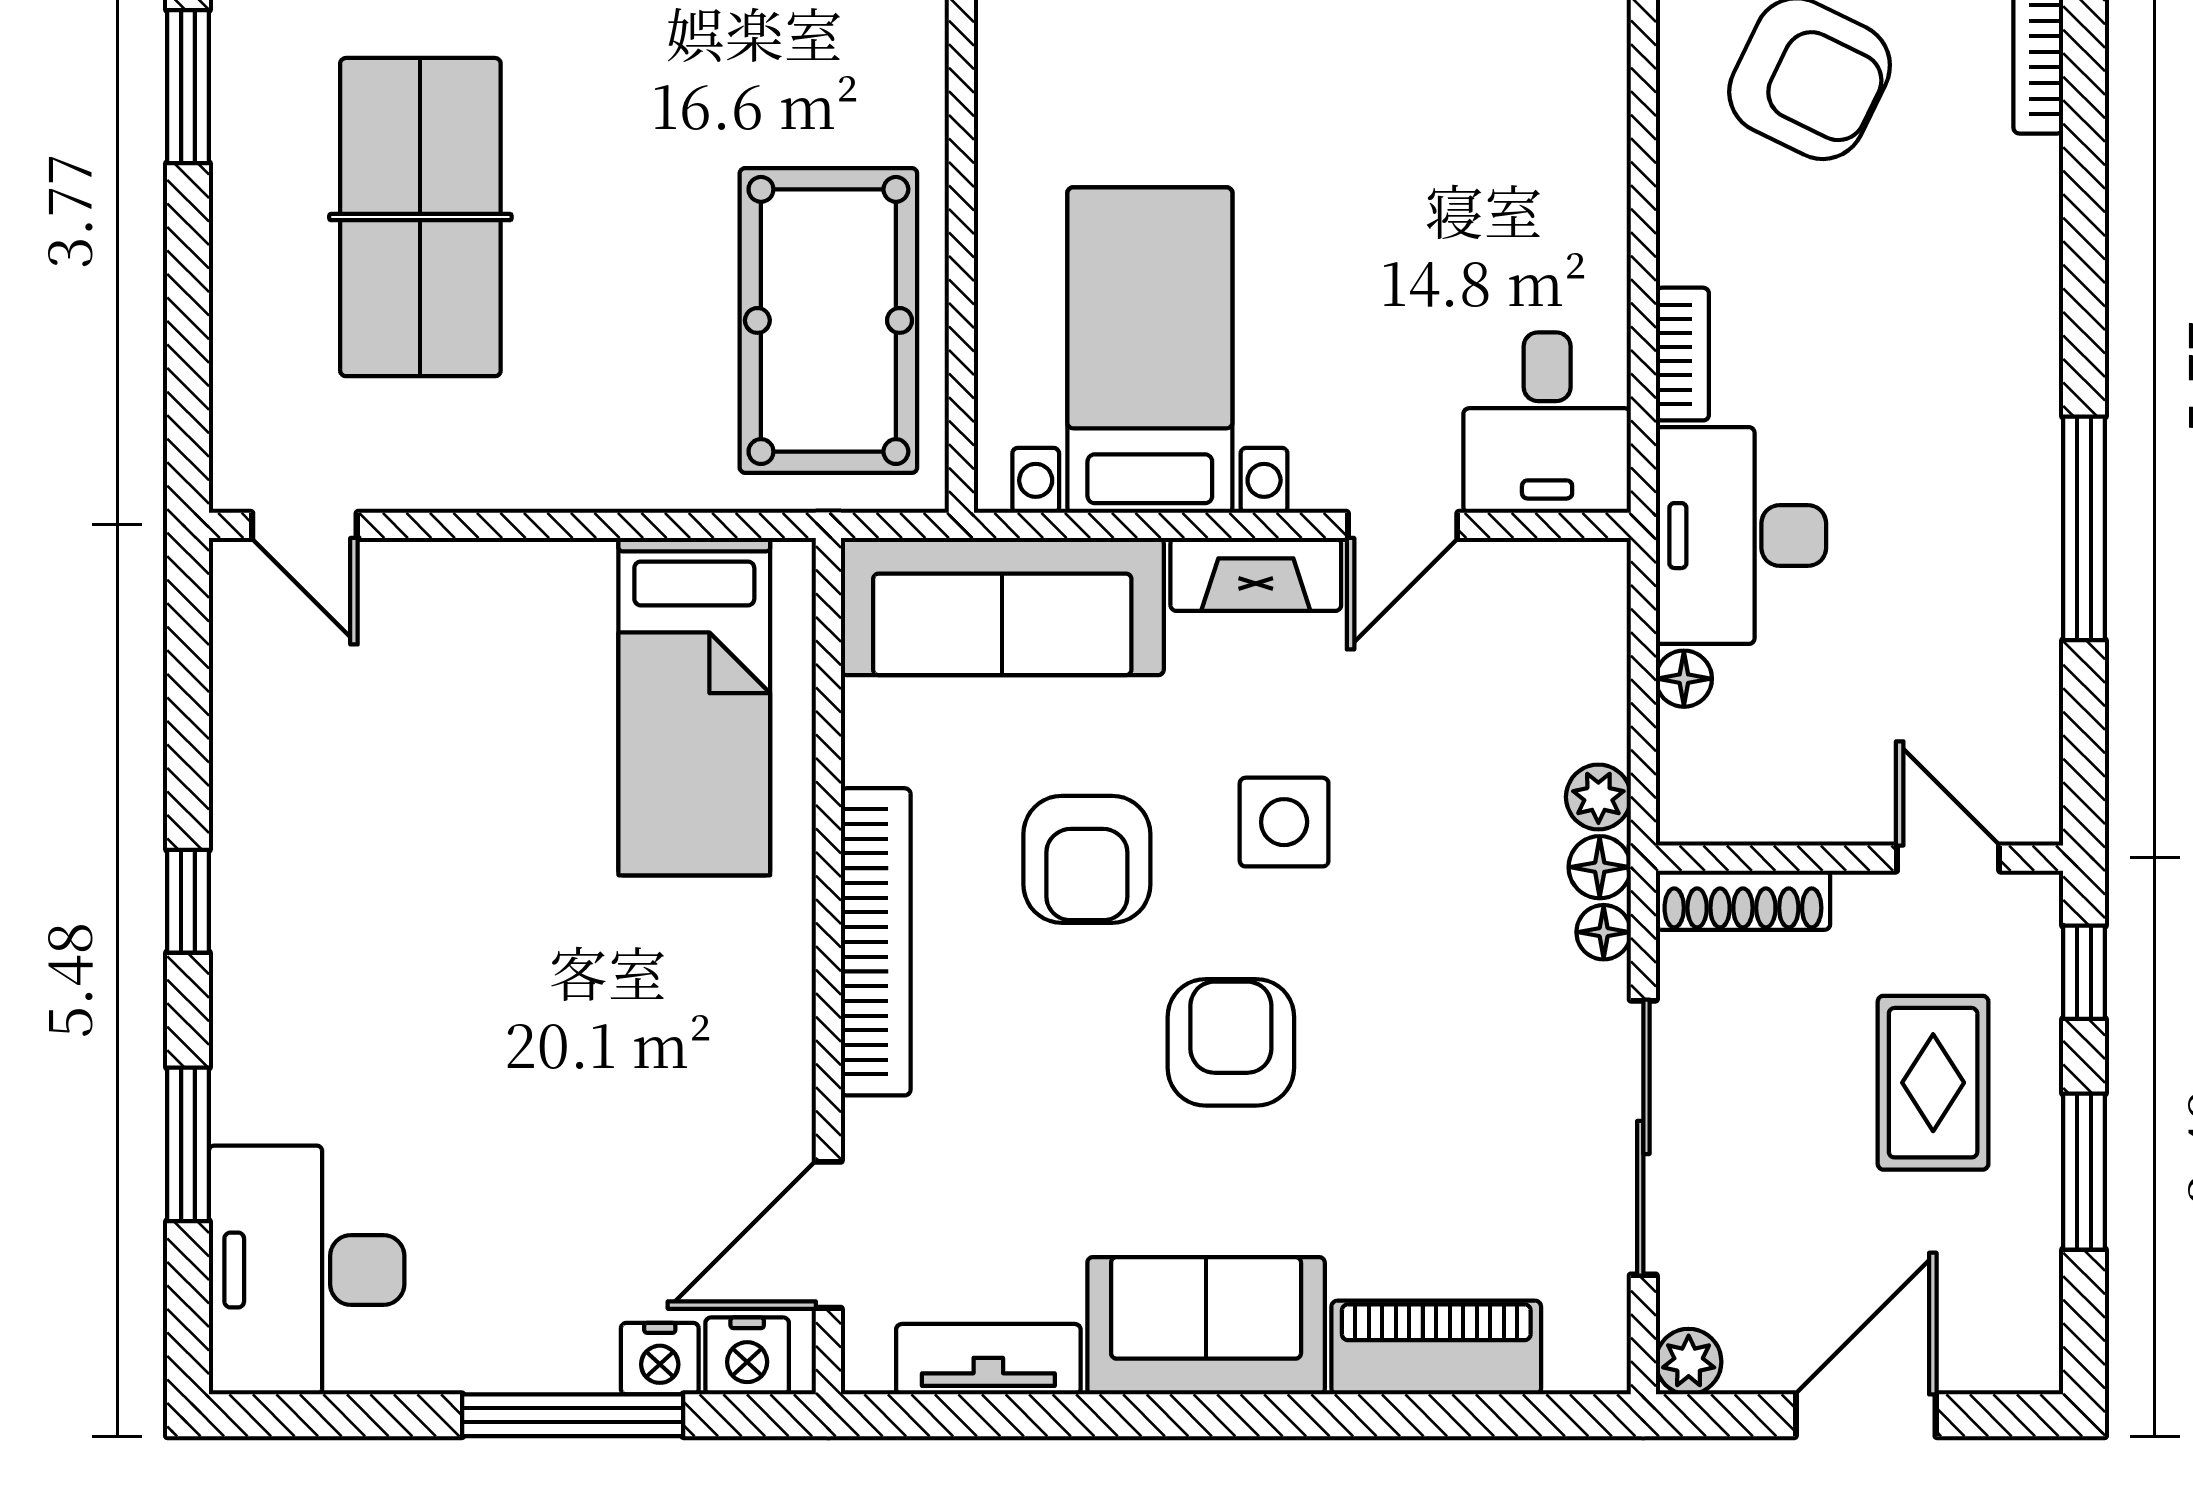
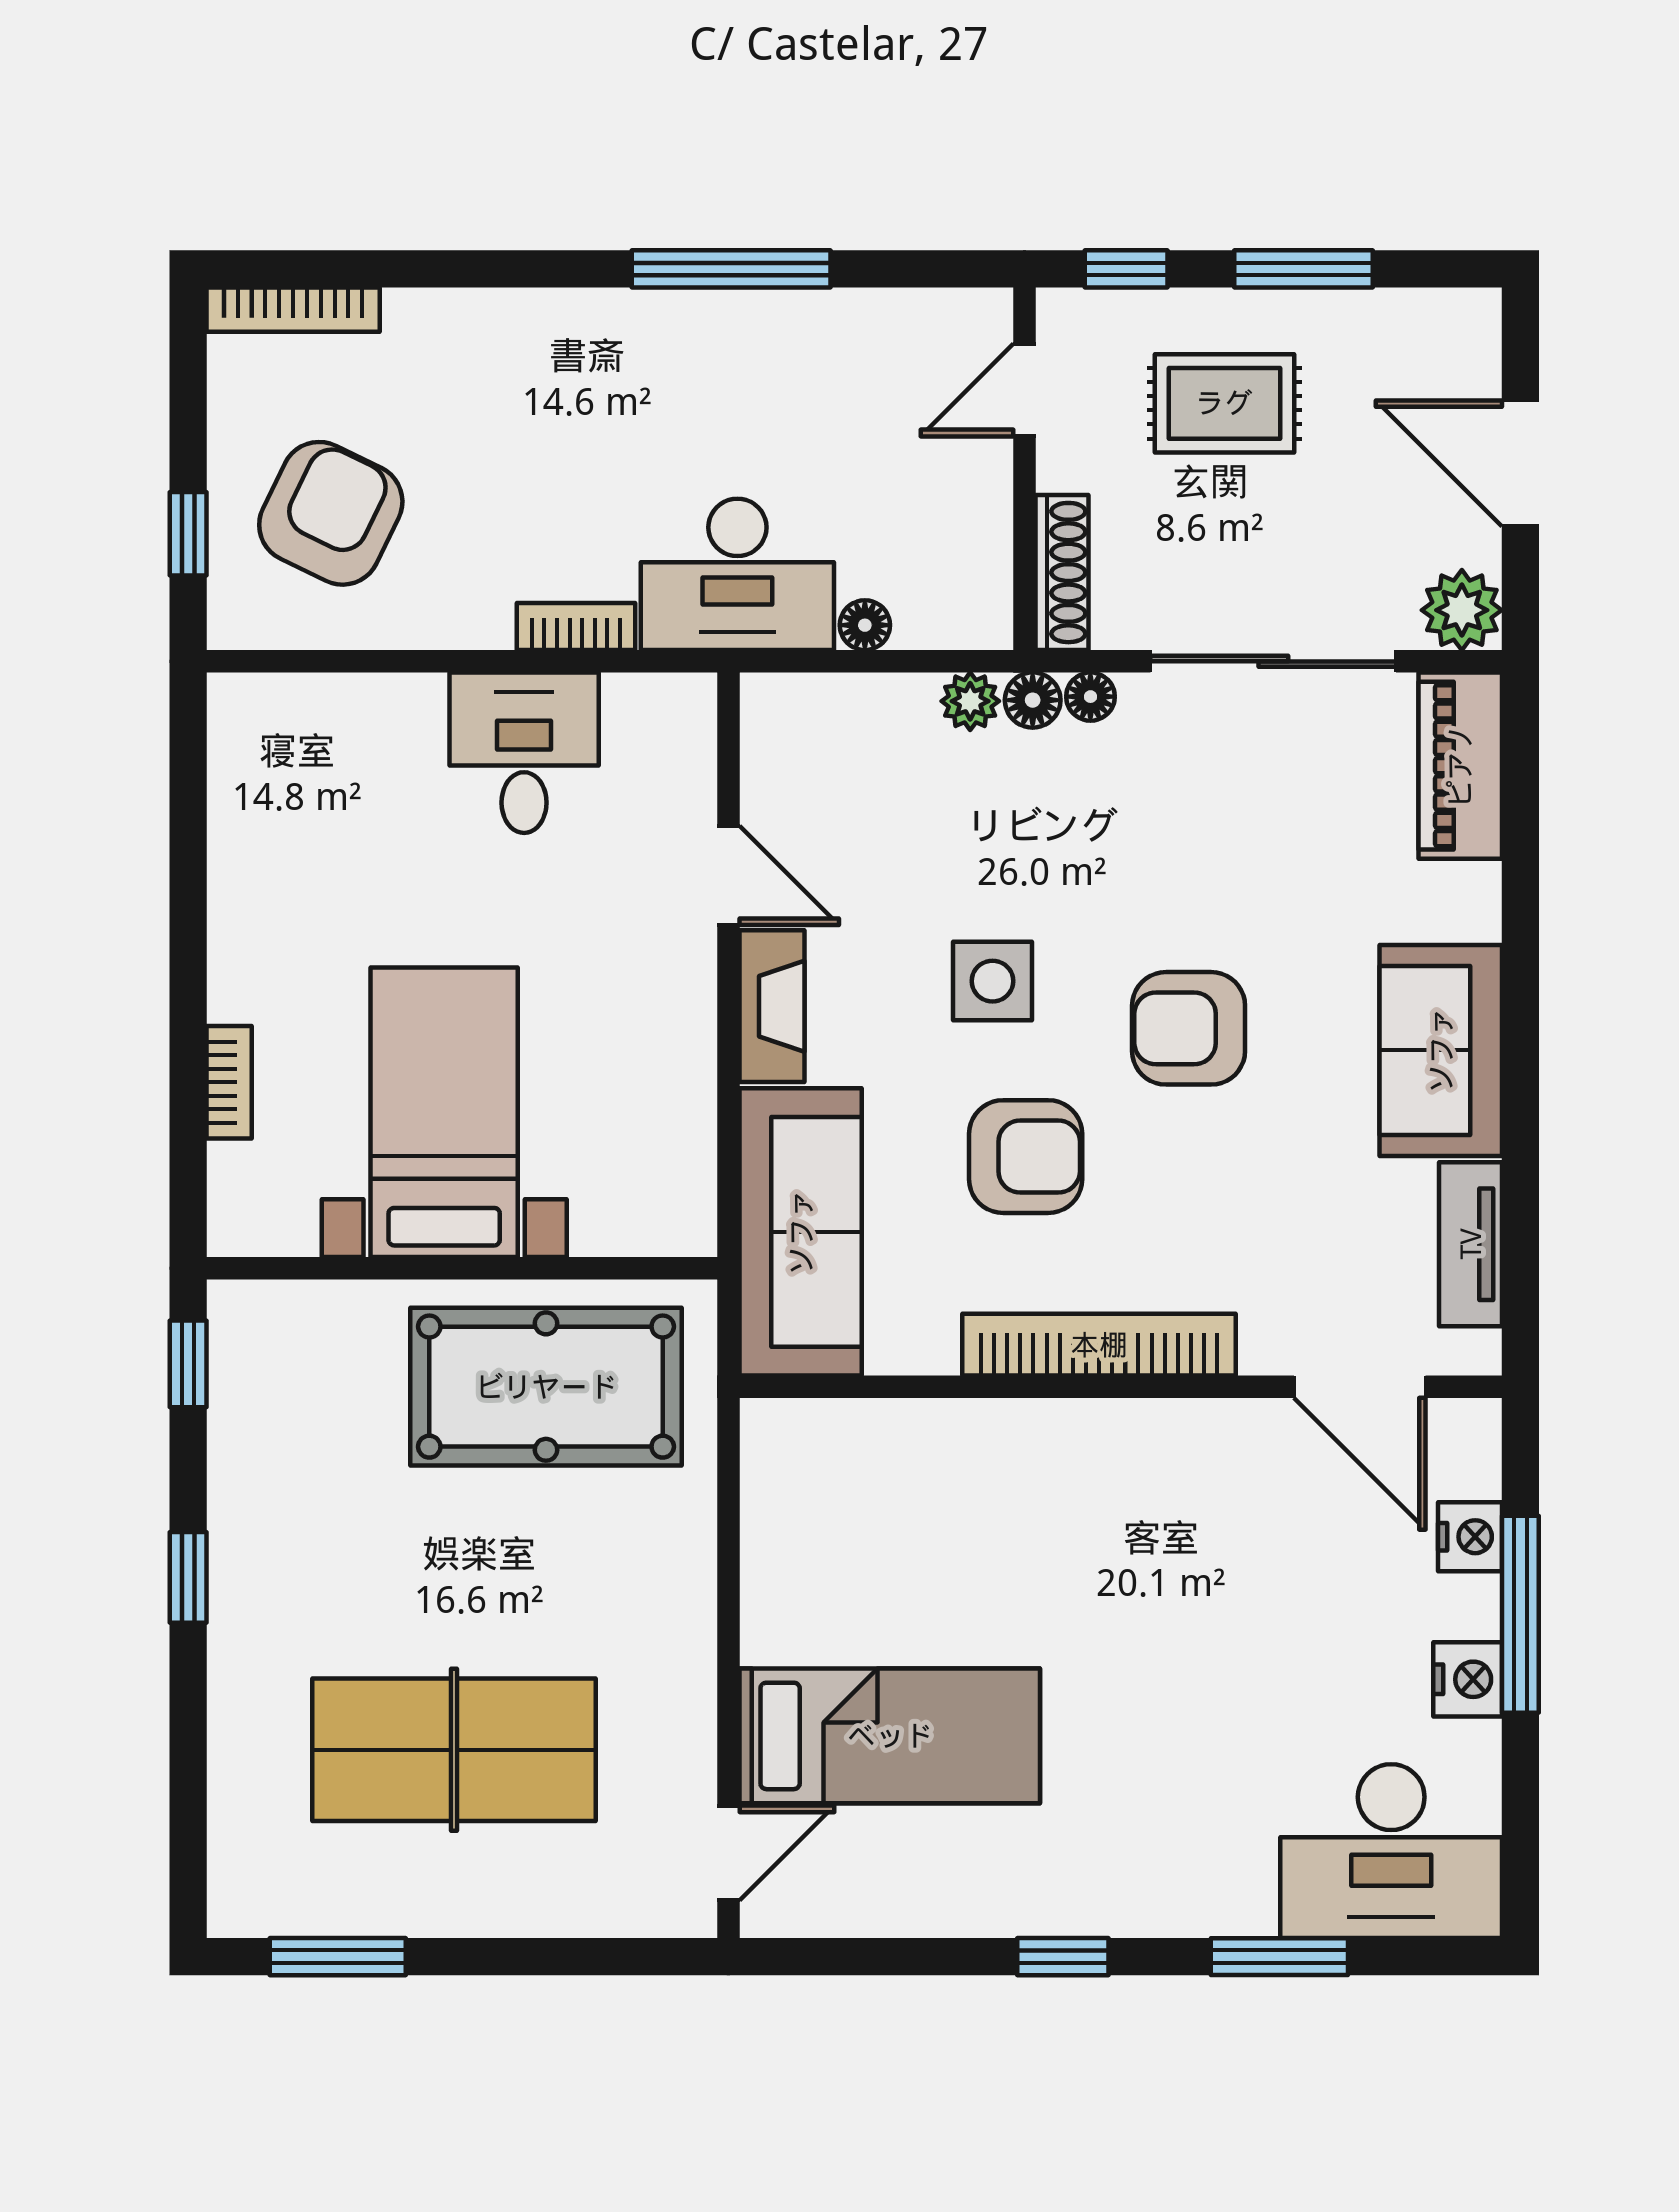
bed with nightstands: (1150, 350) -> (444, 1112), moved, turned 90
desk: (1547, 423) -> (524, 753), moved, turned -90
bed: (694, 707) -> (890, 1736), moved
piano: (1436, 1348) -> (1460, 766), moved
nightstand: (747, 1356) -> (1468, 1679), moved
plant: (1689, 1362) -> (1462, 610), width x1.38, depth x1.38

